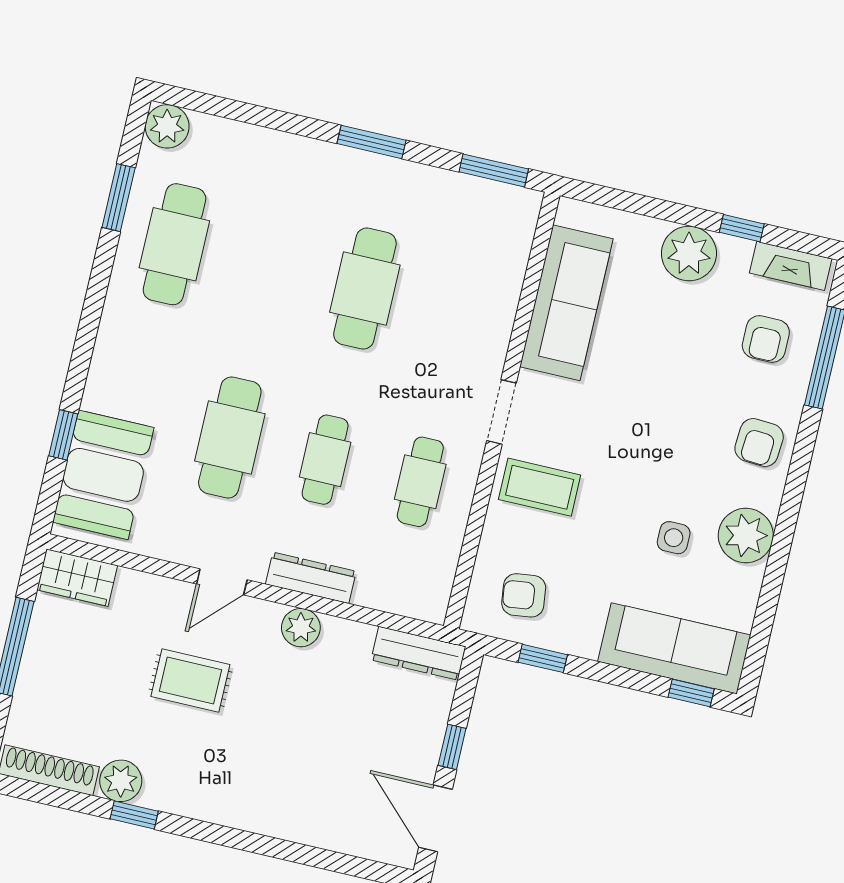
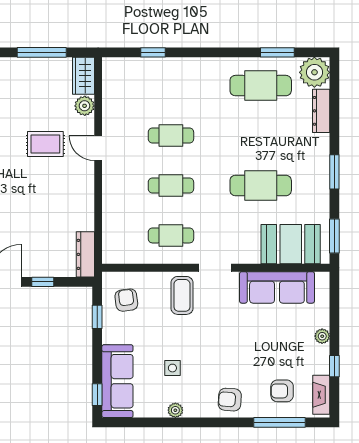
plant: (167, 126) -> (314, 72), width x1.36, depth x1.36
plant: (689, 254) -> (322, 336), width x0.53, depth x0.53
cafe table: (230, 437) -> (171, 136), width x0.73, depth x0.74
booth: (103, 475) -> (291, 244), moved
plant: (746, 536) -> (175, 410), width x0.53, depth x0.53
dresser: (311, 578) -> (321, 111), moved, turned 180
plant: (301, 628) -> (85, 106), moved
rug: (190, 680) -> (45, 144), turned 90

